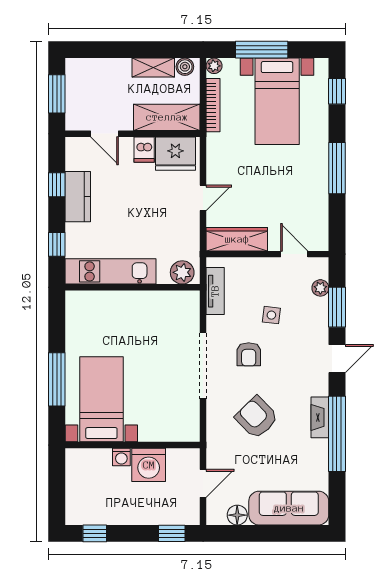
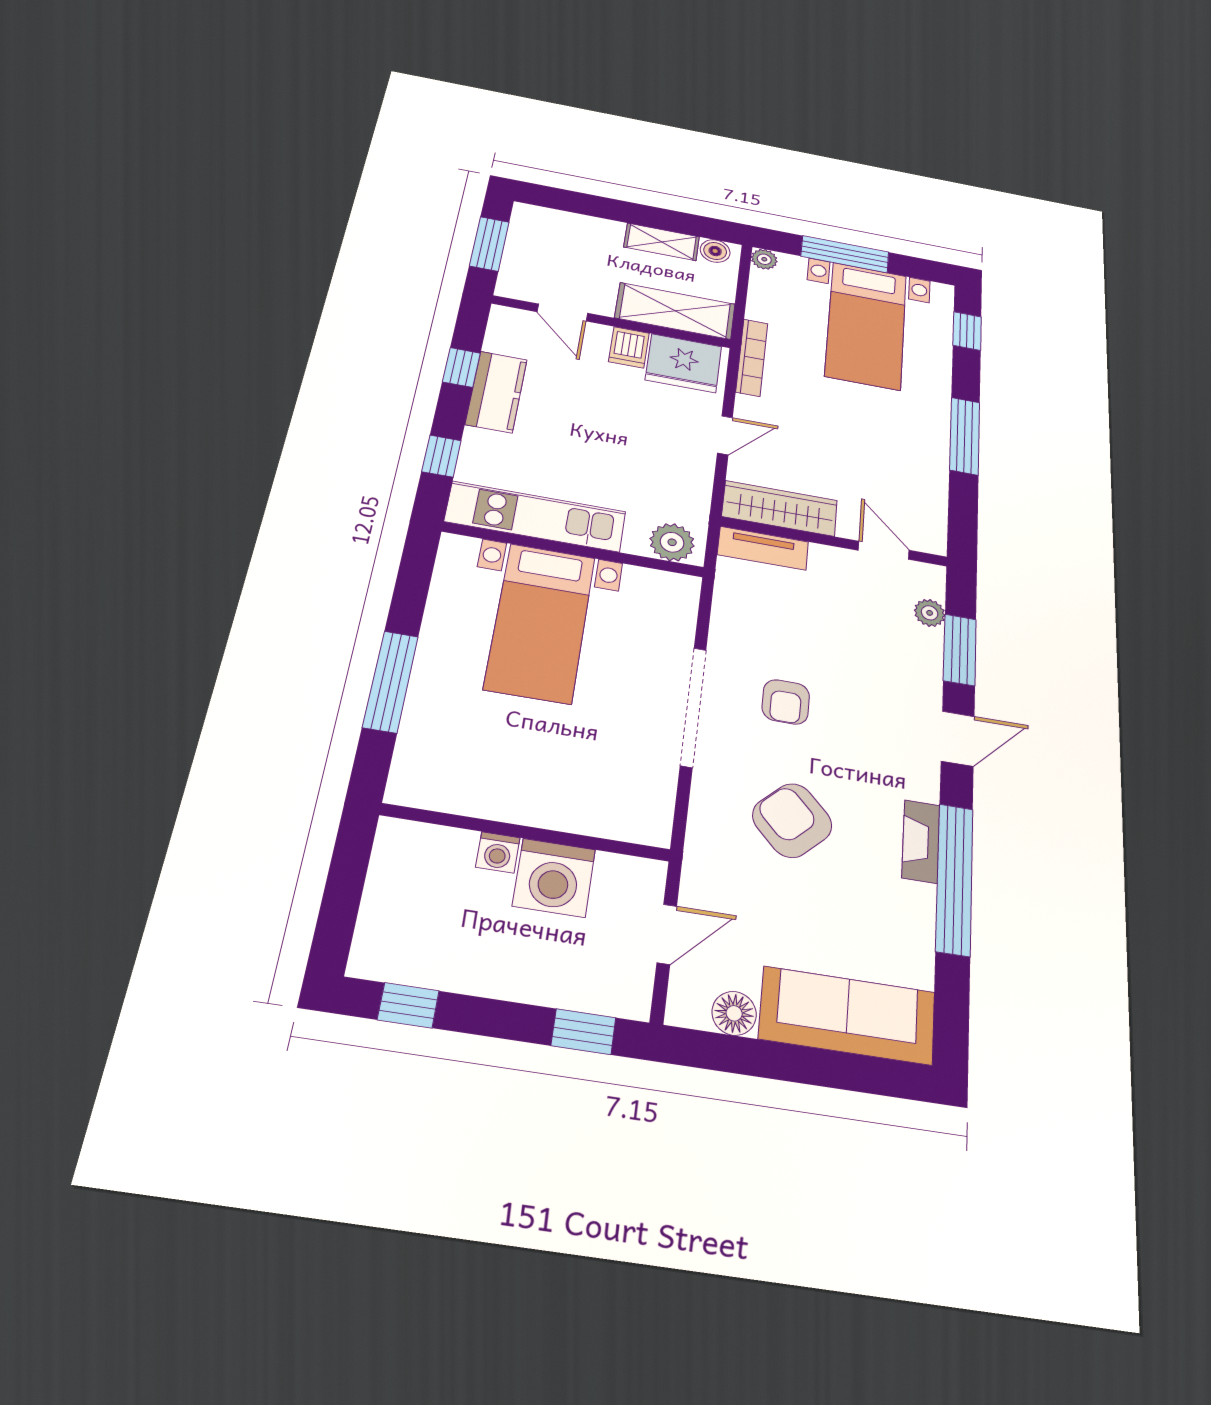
bookcase: (213, 105) -> (752, 357), moved
tv unit: (215, 291) -> (763, 548), moved, turned 90
side table: (271, 315) -> (835, 642), removed
bed with nightstands: (101, 399) -> (540, 622), moved, turned 180

